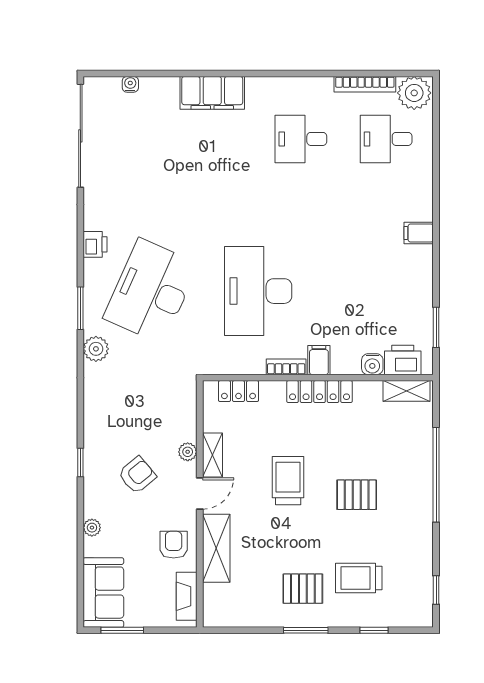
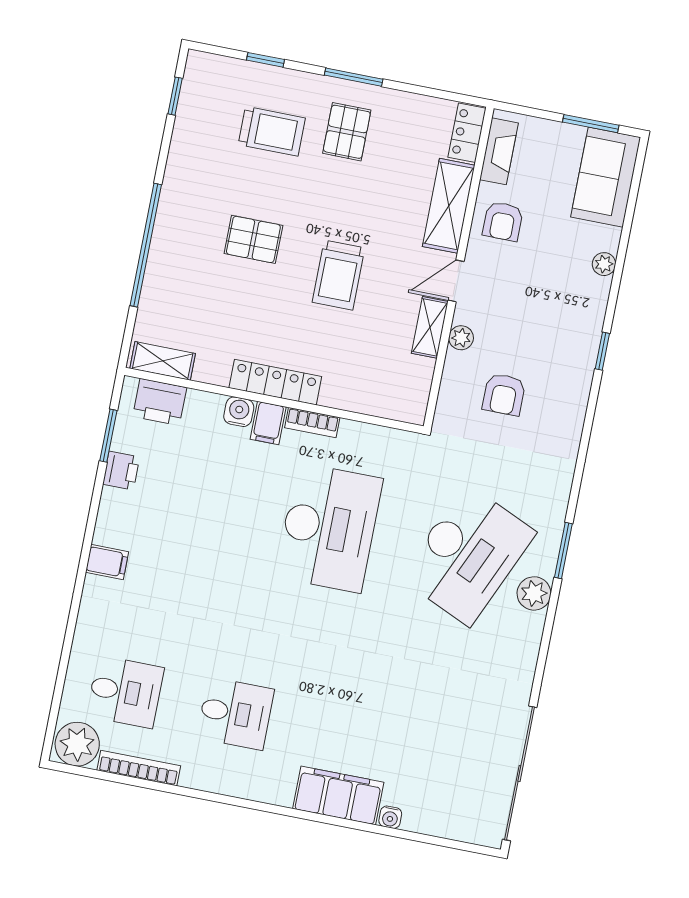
water cooler: (130, 84) -> (390, 817), moved
printer: (95, 244) -> (121, 471), moved, turned 180
plant: (96, 349) -> (534, 593), moved
water cooler: (372, 364) -> (239, 412), moved
locker: (239, 391) -> (467, 133), moved, turned -90
armchair: (137, 475) -> (504, 394), moved, turned -50
pallet: (303, 589) -> (347, 132), turned 90

